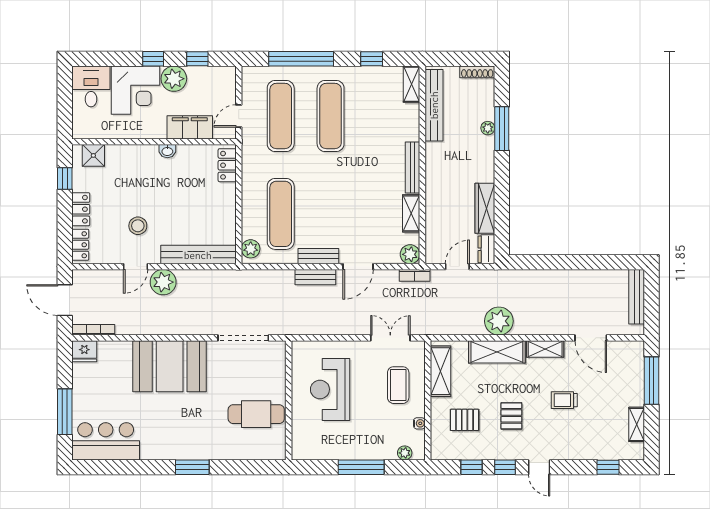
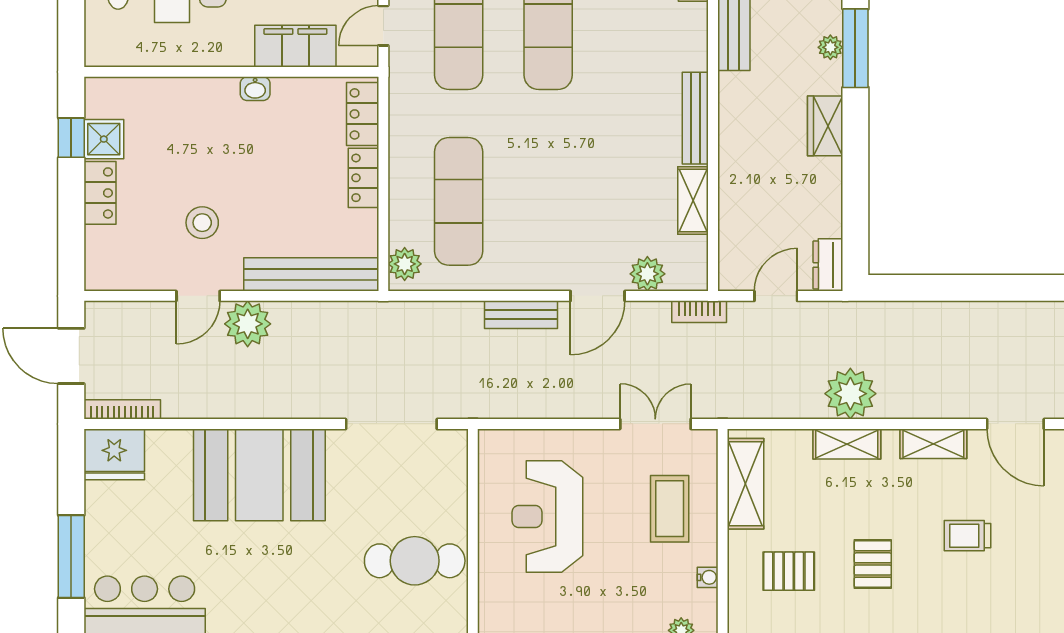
shower: (93, 155) -> (104, 139), moved
wardrobe: (485, 208) -> (825, 126), moved, width x0.67
locker: (80, 245) -> (363, 178), moved, turned 180
plant: (410, 254) -> (647, 274), moved
bench: (318, 256) -> (526, 277), removed
fridge: (84, 351) -> (114, 454), width x1.36, depth x1.34
shelving: (497, 352) -> (847, 444), width x0.67, depth x0.75

